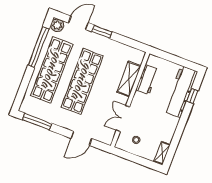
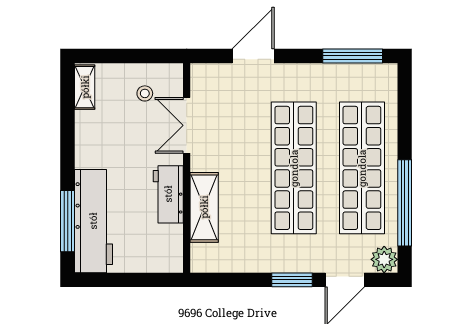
workbench: (147, 80) -> (168, 194), moved
window: (192, 96) -> (68, 221), width x2.17
double door: (123, 119) -> (187, 125), swing flipped

